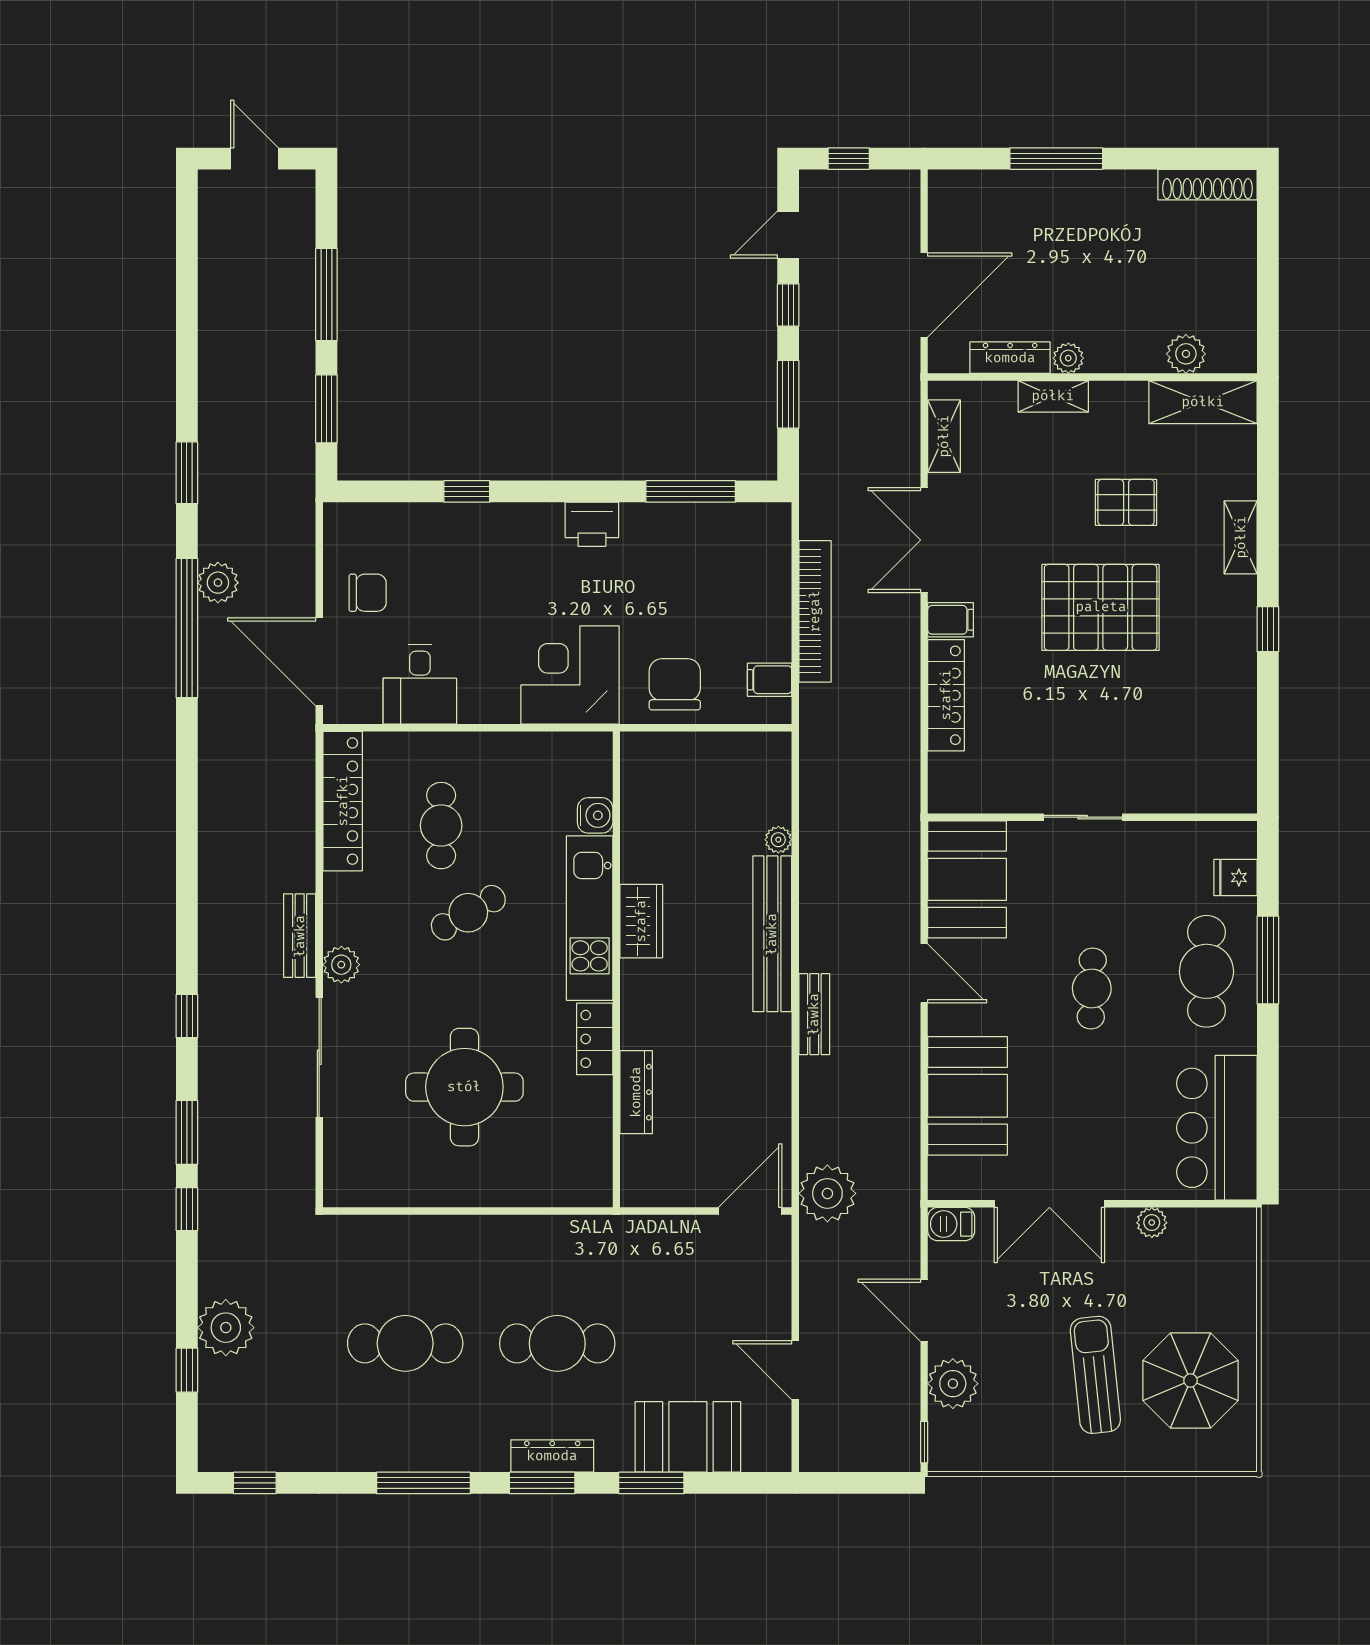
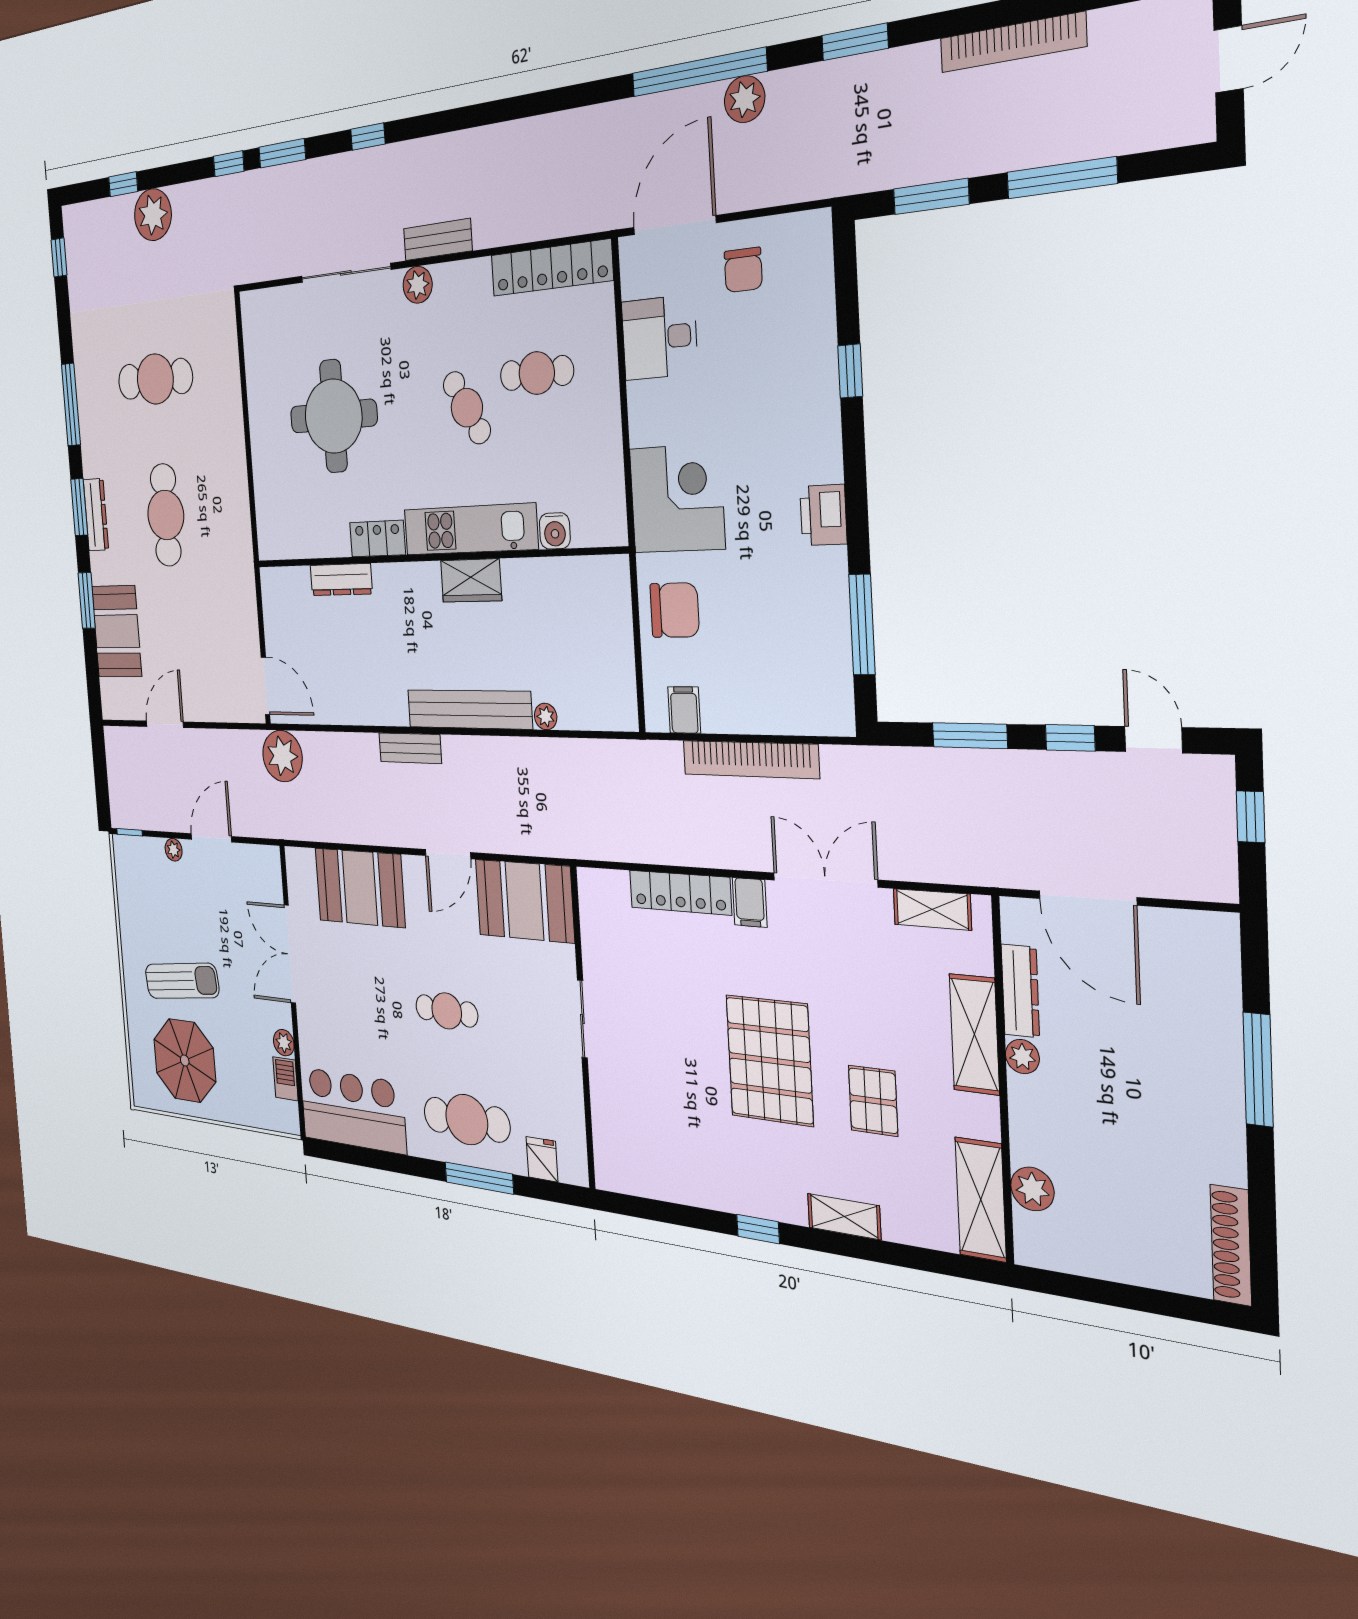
bookcase: (212, 332) -> (1013, 42), added
shelving: (1053, 396) -> (974, 1034), width x1.50, depth x1.33
barbecue: (951, 1224) -> (285, 1079), moved
cafe table: (405, 1343) -> (155, 379), turned 90
plant: (953, 1384) -> (174, 850), width x0.53, depth x0.53

